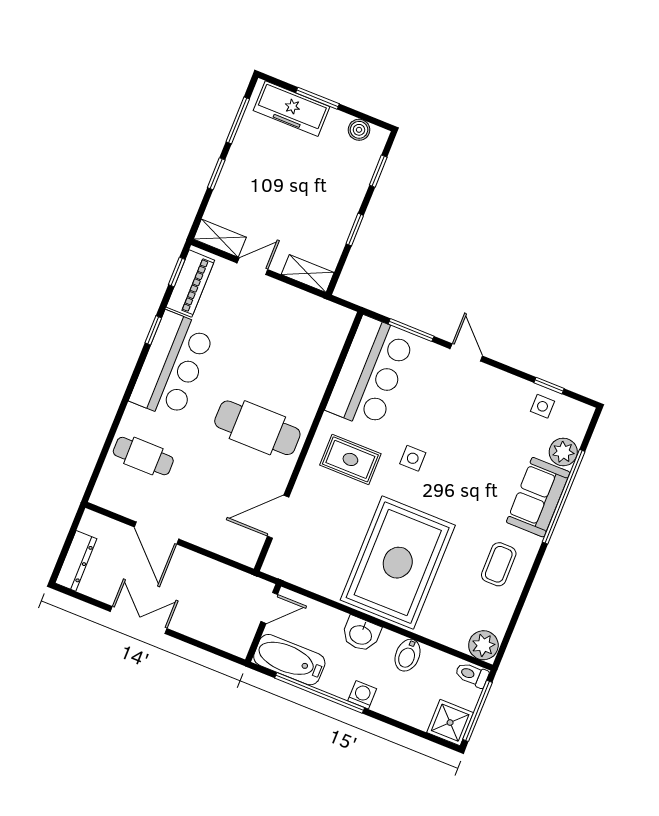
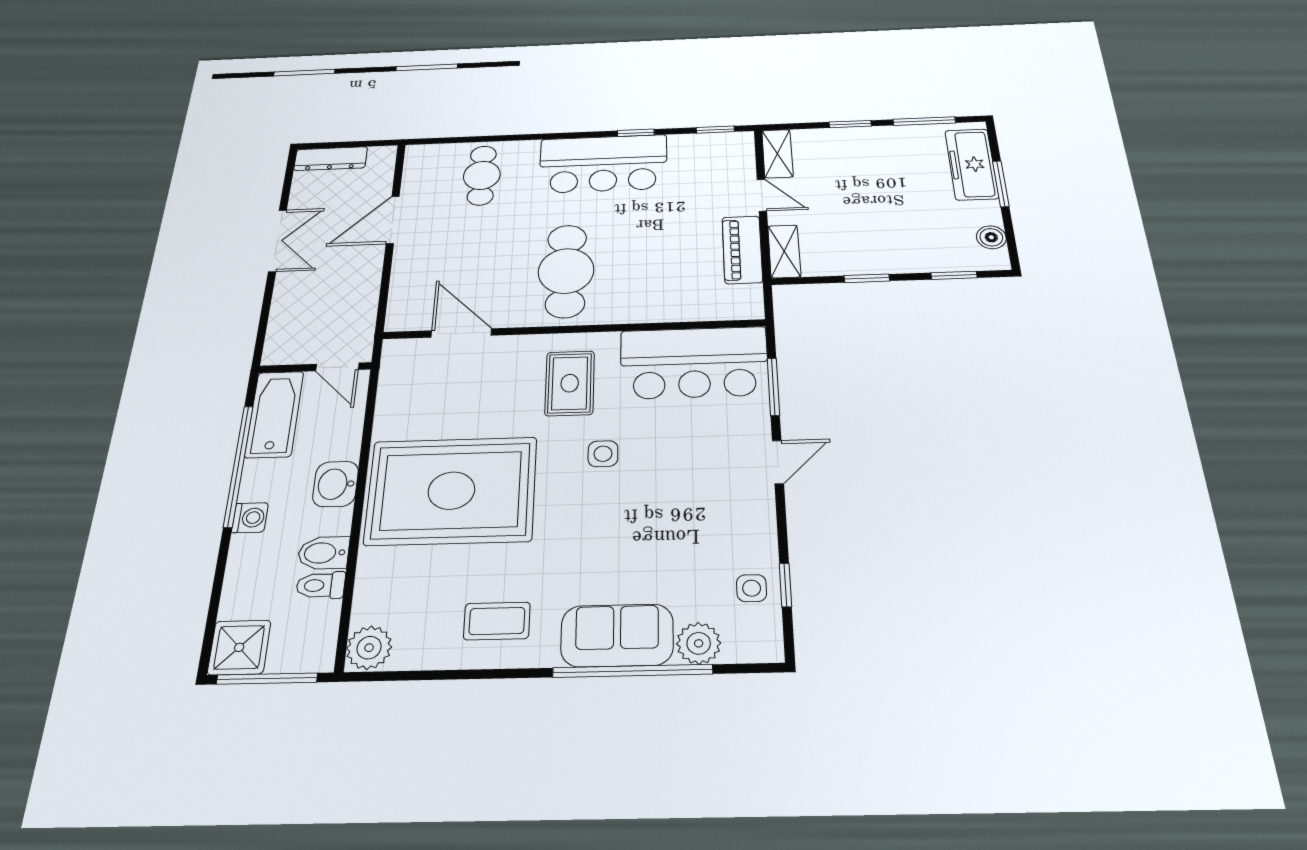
piano: (190, 284) -> (742, 250), moved, turned 90
toilet: (472, 675) -> (321, 585), moved, turned -90

